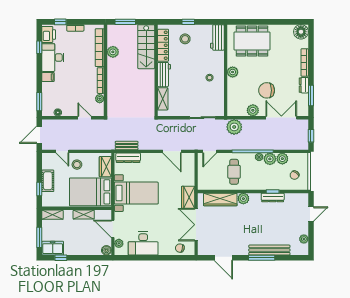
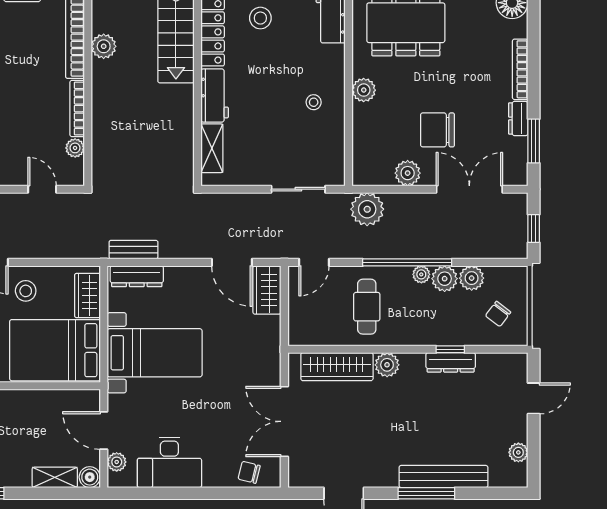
wardrobe: (188, 197) -> (267, 290), moved
shelving: (84, 215) -> (55, 477), moved

